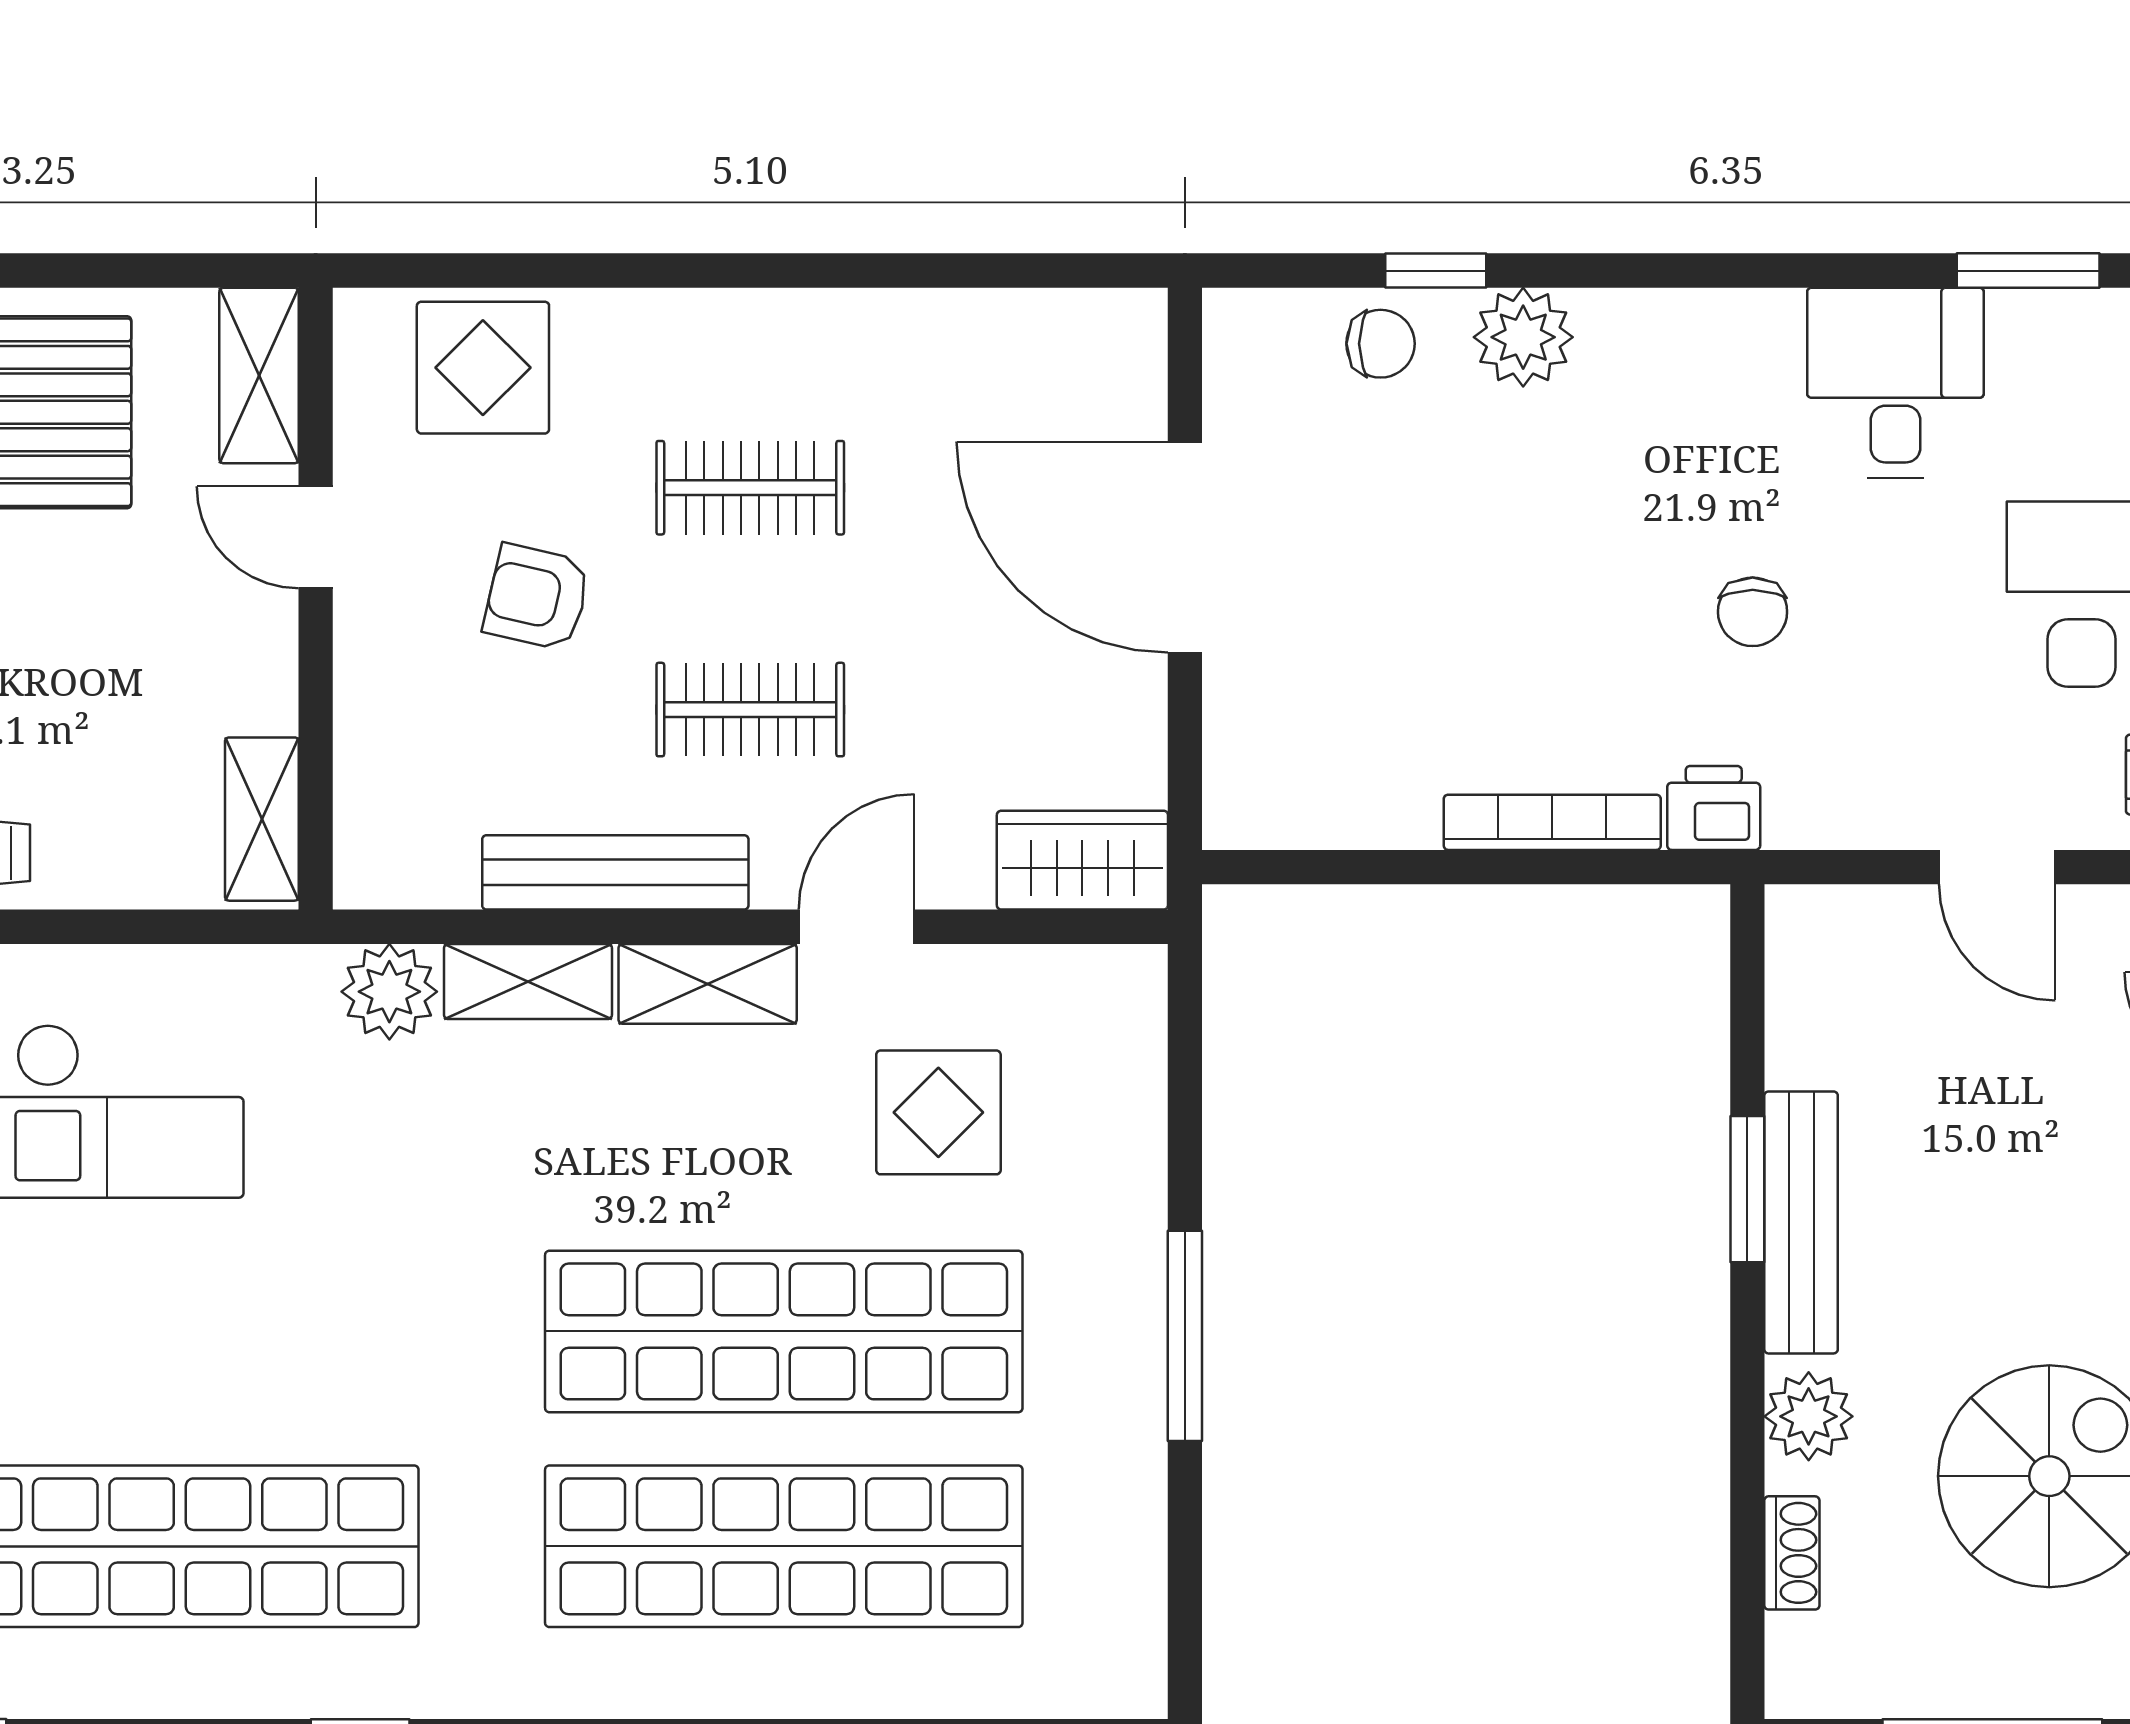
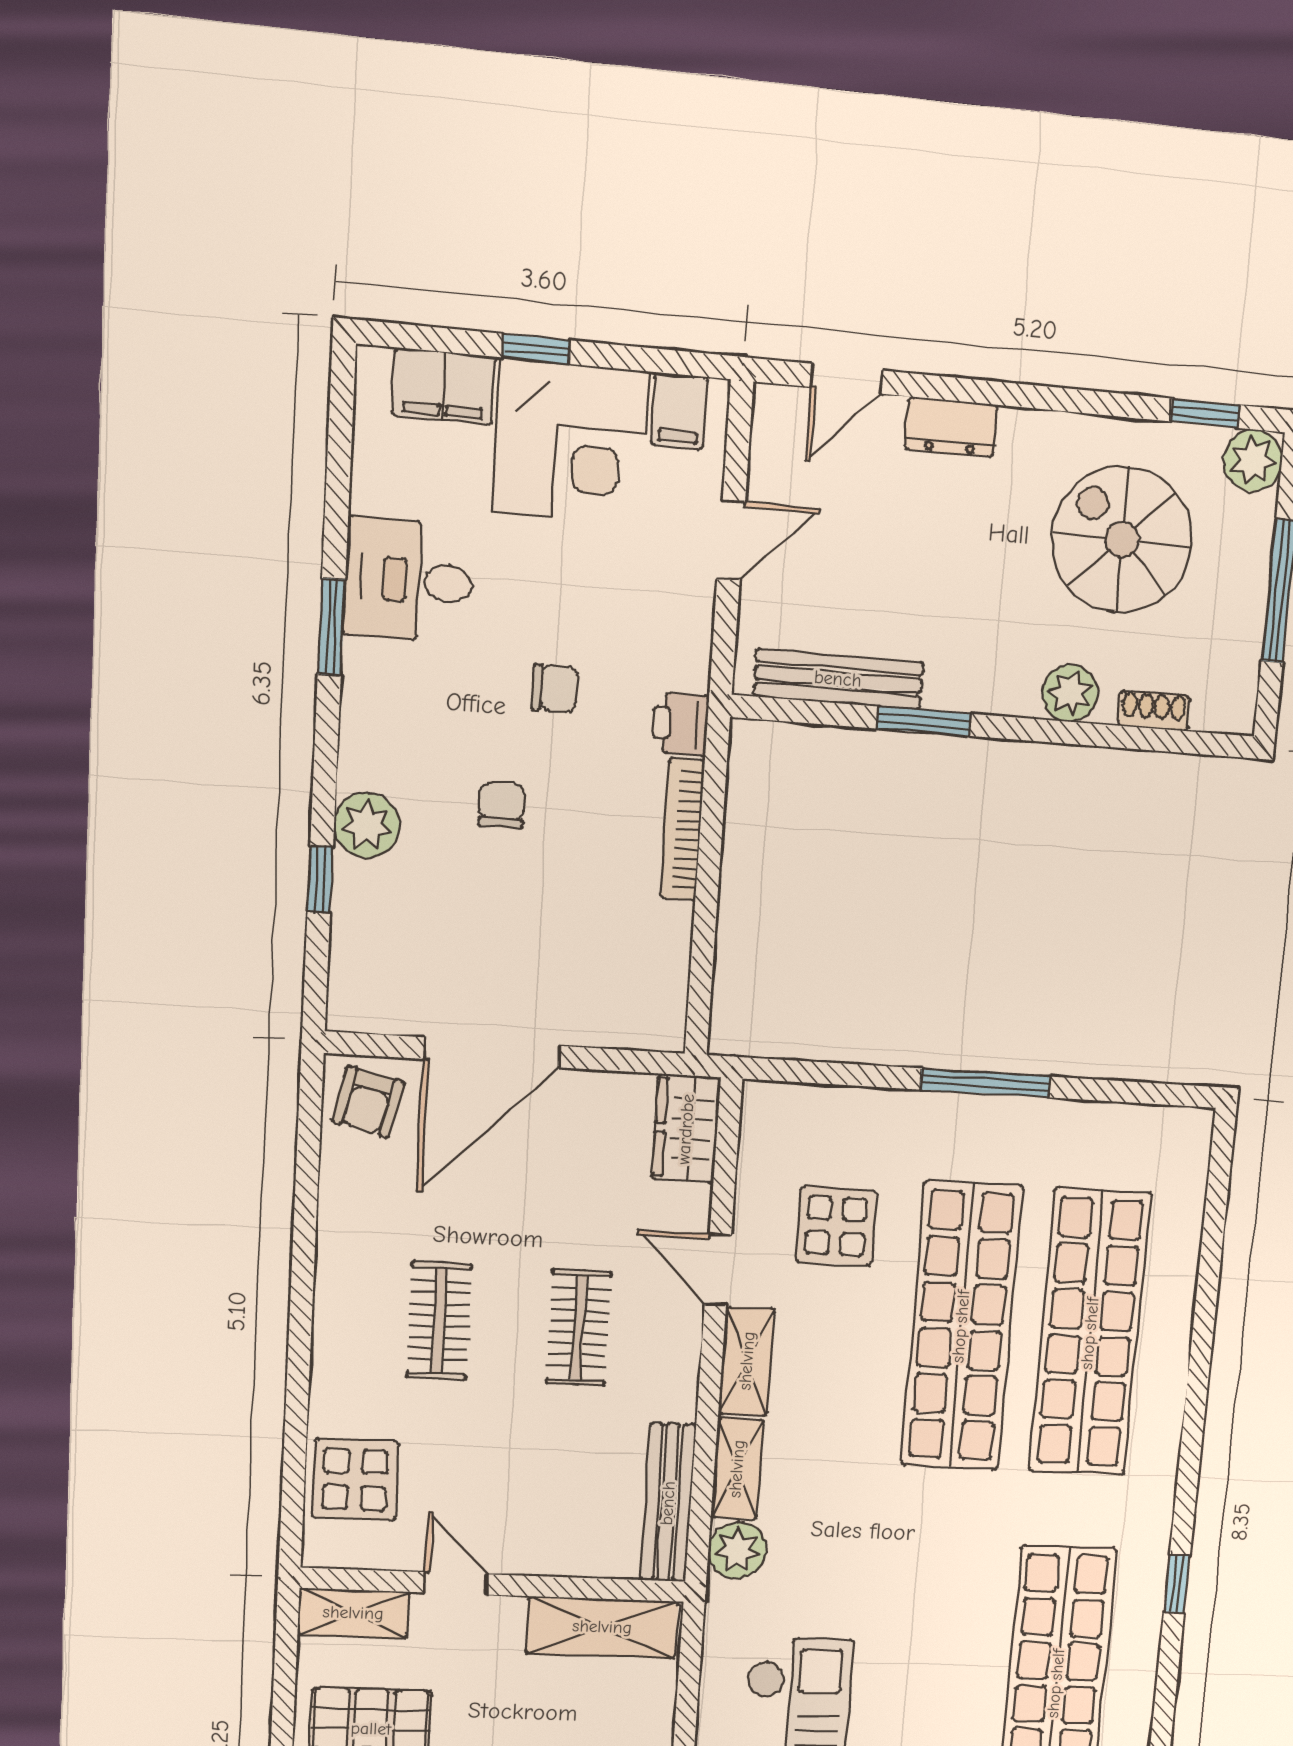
window: (2028, 271) -> (331, 627), moved
chair: (1381, 344) -> (502, 805), moved
door: (316, 537) -> (456, 1583), swing flipped
armchair: (537, 597) -> (368, 1102), moved
shelving: (262, 819) -> (602, 1627), width x1.50, depth x1.33
bench: (615, 872) -> (668, 1503), moved
bench: (1801, 1222) -> (838, 679), moved

